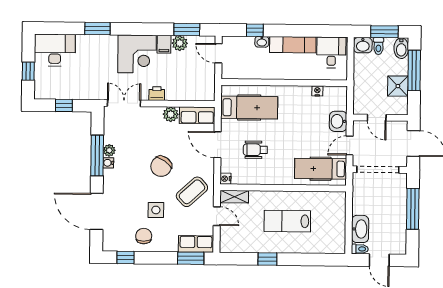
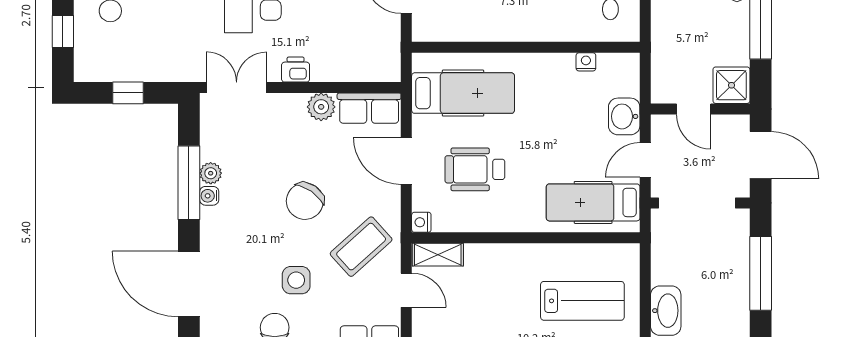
shower: (398, 86) -> (731, 85), moved
wheelchair: (255, 150) -> (475, 169), width x1.36, depth x1.37
lab bench: (287, 221) -> (582, 301), moved, turned 180

